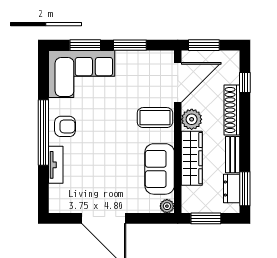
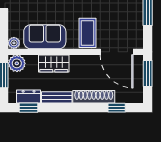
plant: (192, 119) -> (17, 63), moved
wardrobe: (192, 158) -> (54, 63), width x0.67
window: (245, 189) -> (28, 108), width x0.67

